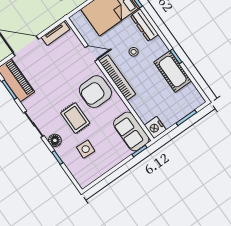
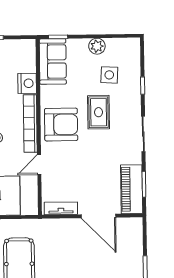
door: (91, 53) -> (39, 165), hinge flipped
nightstand: (155, 127) -> (27, 83), moved
floor lamp: (55, 140) -> (134, 104), removed
plant: (108, 163) -> (97, 46), added

